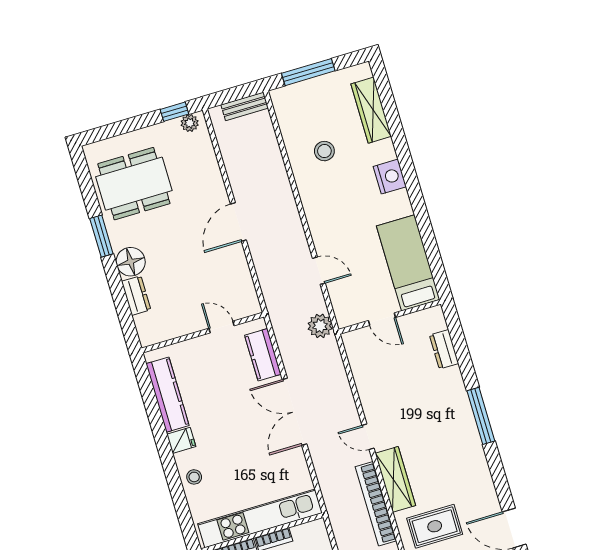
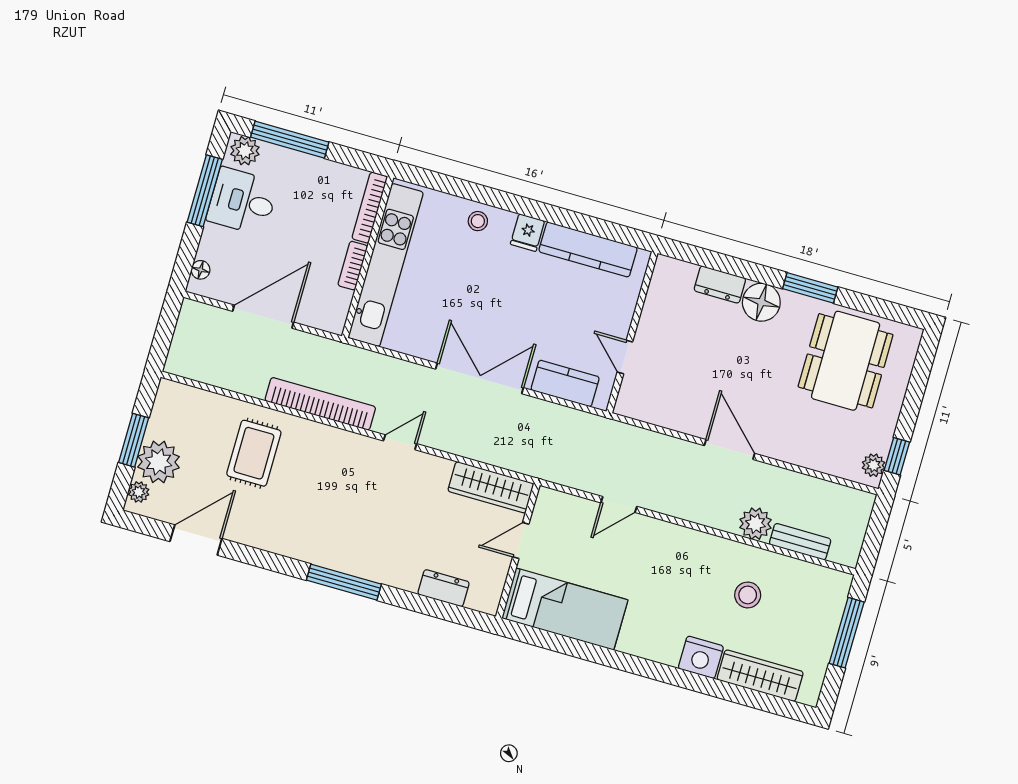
bench: (245, 106) -> (800, 542), moved, turned 90
nightstand: (390, 177) -> (701, 657), moved
plant: (320, 326) -> (755, 524), moved
door: (221, 327) -> (625, 357), swing flipped
wardrobe: (395, 479) -> (491, 487), moved

